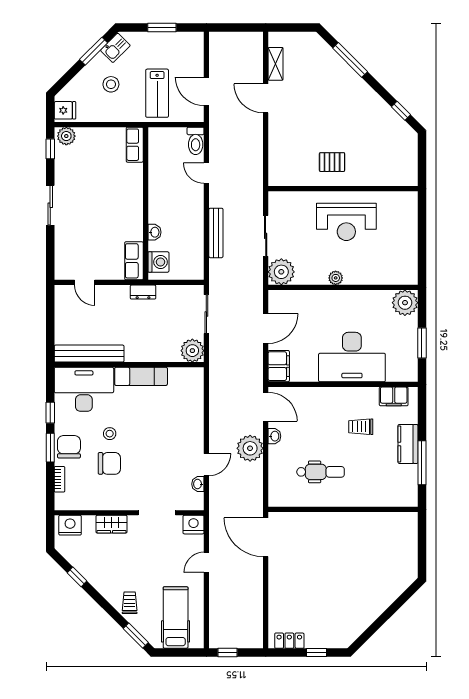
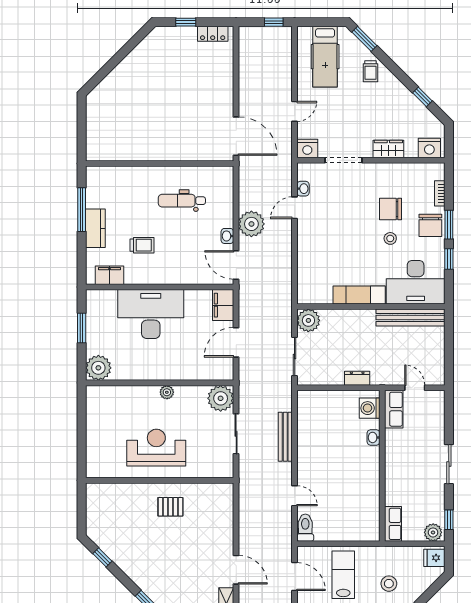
row of seats: (135, 145) -> (393, 524), moved
wall: (146, 204) -> (382, 466), moved
washbasin: (155, 232) -> (373, 437), moved
row of seats: (134, 261) -> (394, 409), moved
washing machine: (158, 262) -> (370, 408), moved

